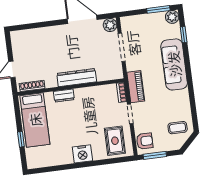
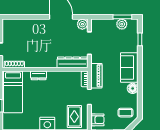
plant: (172, 17) -> (122, 24), moved
sofa: (174, 64) -> (129, 67), width x0.73
dresser: (77, 77) -> (72, 62), moved
floor lamp: (183, 97) -> (133, 88), added

